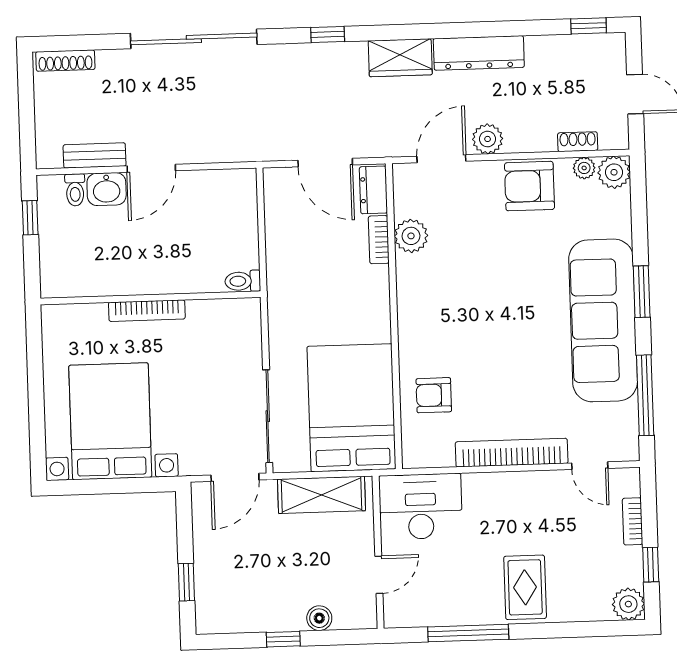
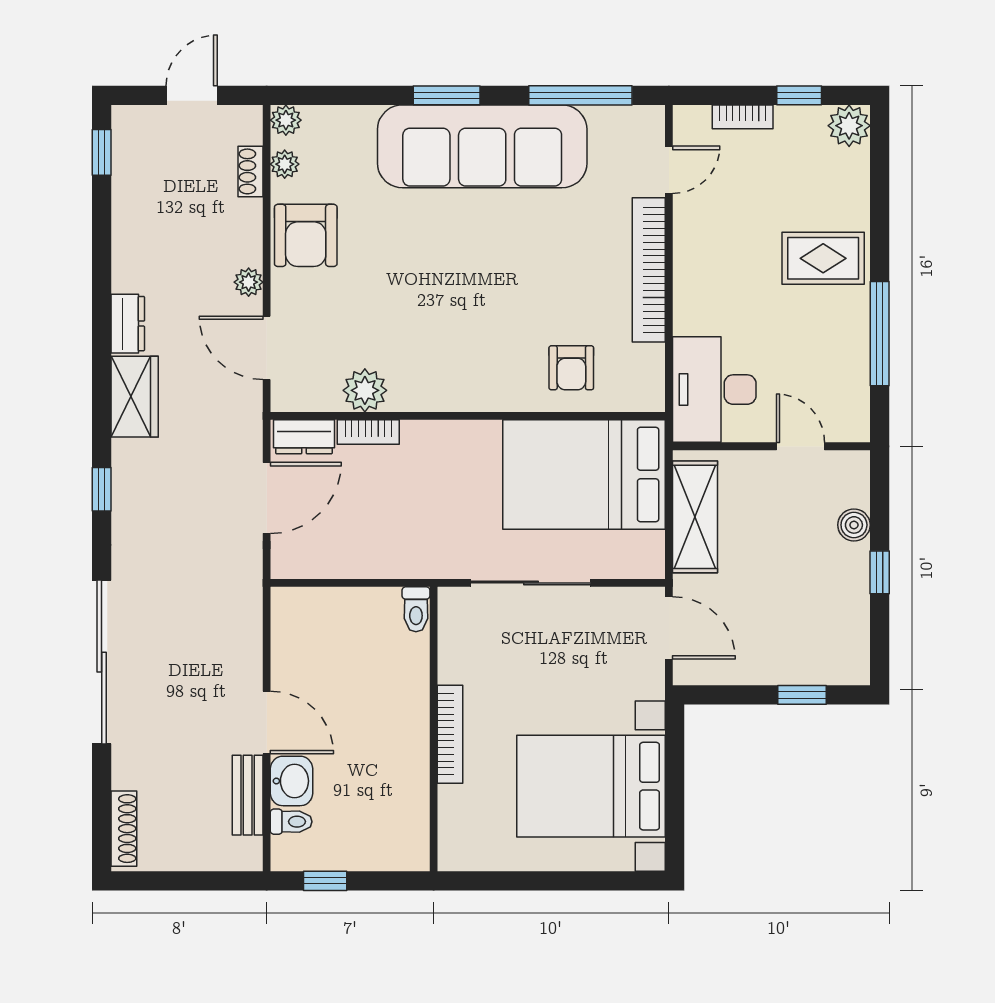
dresser: (479, 53) -> (128, 324), width x0.51, depth x0.80
plant: (488, 139) -> (249, 282), width x0.73, depth x0.73
plant: (614, 172) -> (286, 120), width x0.73, depth x0.73
sliding door: (268, 416) -> (531, 583), moved

